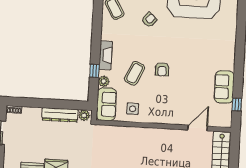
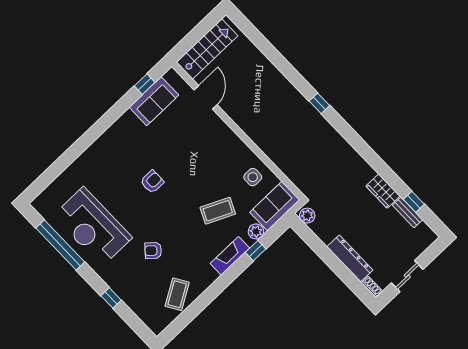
armchair: (162, 69) -> (152, 182), moved
sofa: (224, 87) -> (154, 101), moved
dresser: (60, 115) -> (350, 258), moved
door: (198, 128) -> (206, 97), swing flipped

